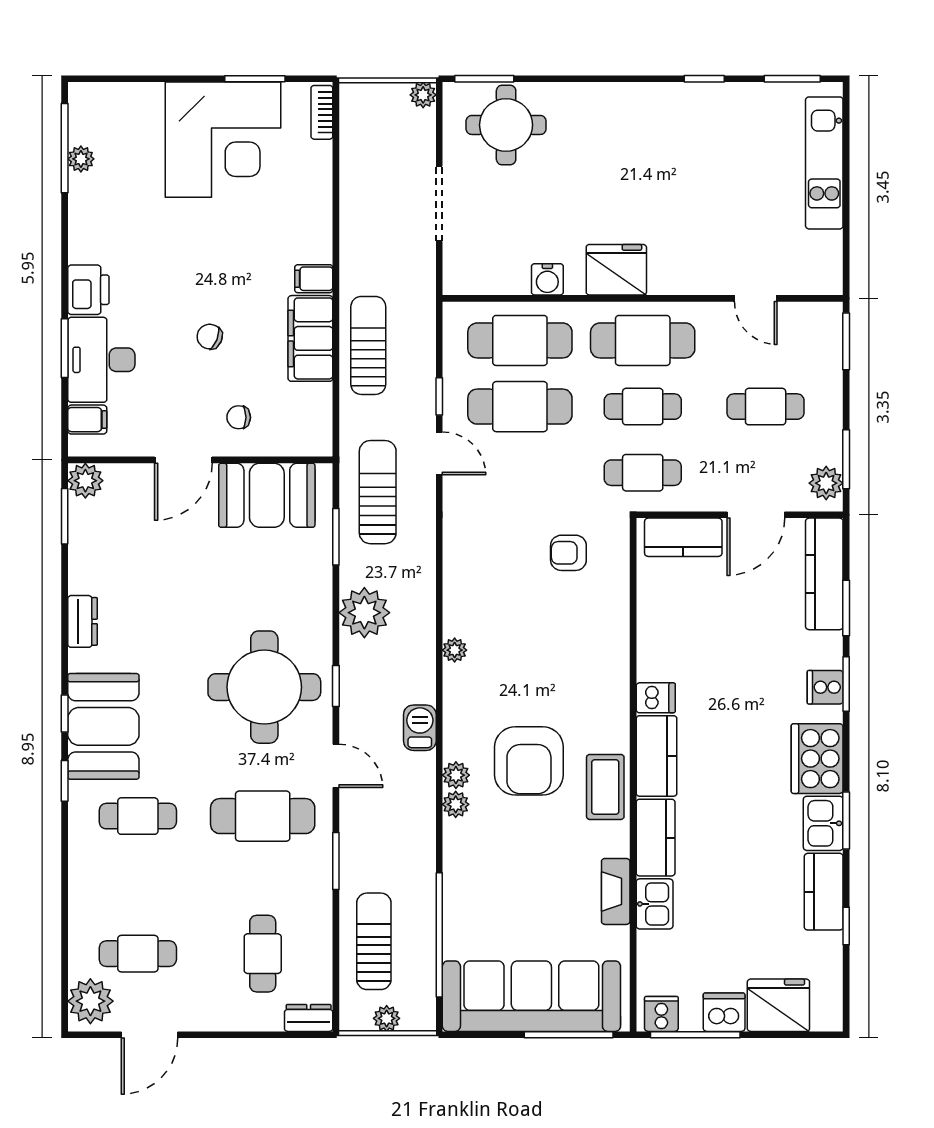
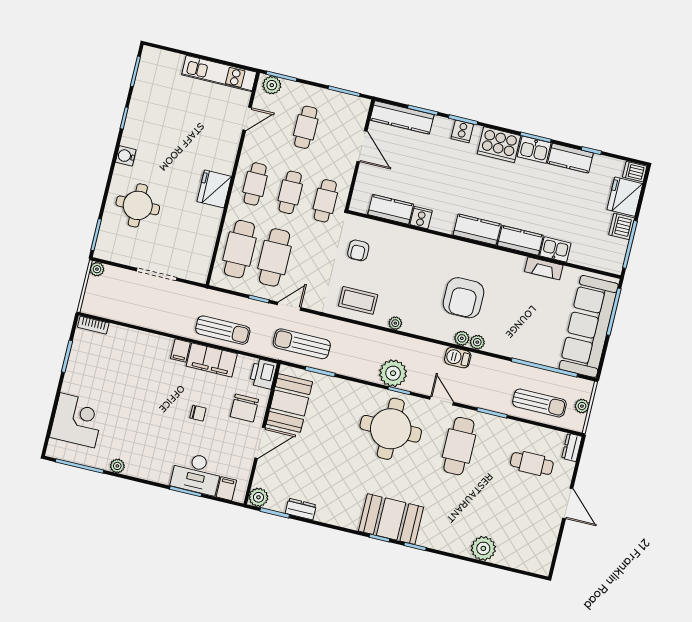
round table: (506, 125) -> (138, 205), moved
corner desk: (223, 140) -> (77, 420), moved, width x0.74, depth x0.74
plant: (81, 159) -> (117, 466), moved
kitchen unit: (824, 163) -> (219, 73), moved
water cooler: (547, 279) -> (126, 156), moved, turned 180
printer: (88, 290) -> (263, 374), moved, turned -90
chair: (210, 337) -> (198, 413), turned -112
cafe table: (643, 340) -> (255, 184), width x0.73, depth x0.74
sun lounger: (368, 345) -> (223, 330), turned 180
chair: (239, 417) -> (244, 408), width x1.87, depth x1.87
door: (183, 460) -> (260, 443), hinge flipped
plant: (826, 483) -> (272, 85), moved
kitchen counter: (683, 537) -> (391, 209), moved, turned -90
plant: (364, 613) -> (393, 373), moved
dresser: (82, 621) -> (301, 509), moved
dishwasher: (656, 698) -> (635, 172), moved, turned -90
barbecue: (420, 728) -> (458, 358), moved
armchair: (529, 761) -> (464, 298), turned 90
door: (336, 766) -> (442, 401), hinge flipped
coffee table: (605, 787) -> (358, 300), moved
cafe table: (138, 816) -> (443, 512), removed
sun lounger: (374, 941) -> (539, 403), turned 180
cafe table: (138, 954) -> (516, 530), removed
plant: (90, 1001) -> (483, 548), moved
cooker: (661, 1014) -> (421, 218), moved, turned 90
door: (149, 1035) -> (568, 503), moved

